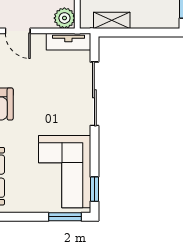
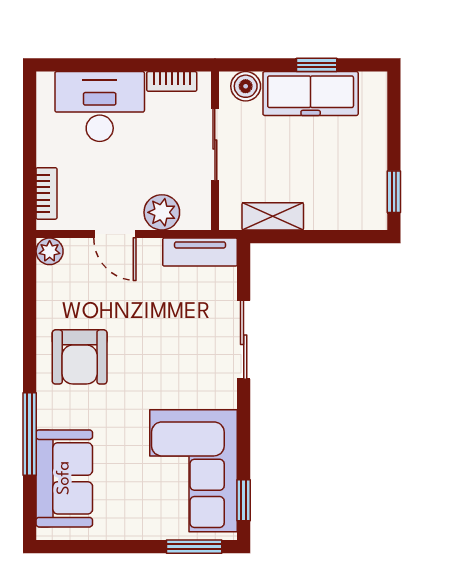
plant: (64, 18) -> (162, 212), moved
sliding door: (94, 94) -> (244, 340), width x0.73

